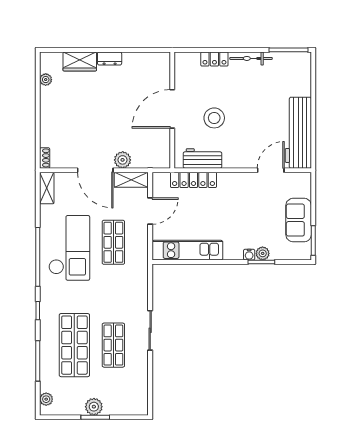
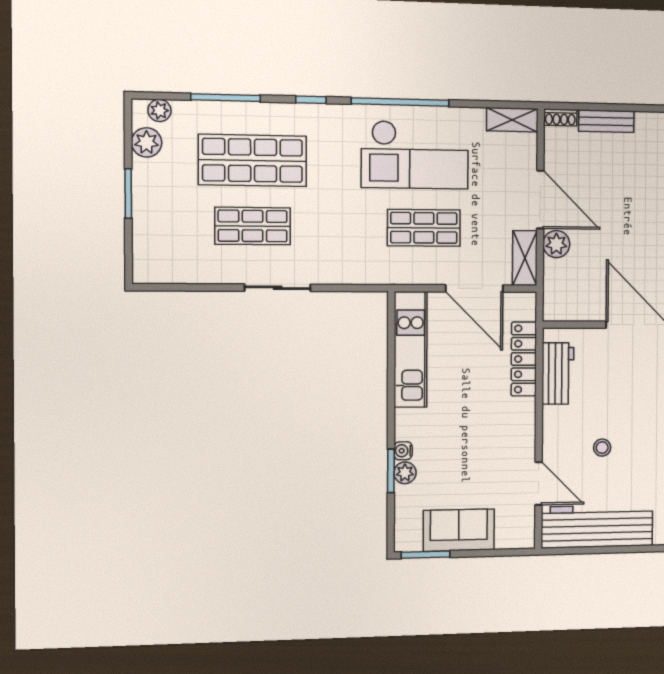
stool: (214, 118) -> (602, 448), moved, width x0.53, depth x0.53
bench: (46, 129) -> (606, 121), added
door: (95, 170) -> (540, 200), swing flipped
door: (150, 211) -> (474, 288), width x1.36
plant: (94, 407) -> (146, 142), moved

